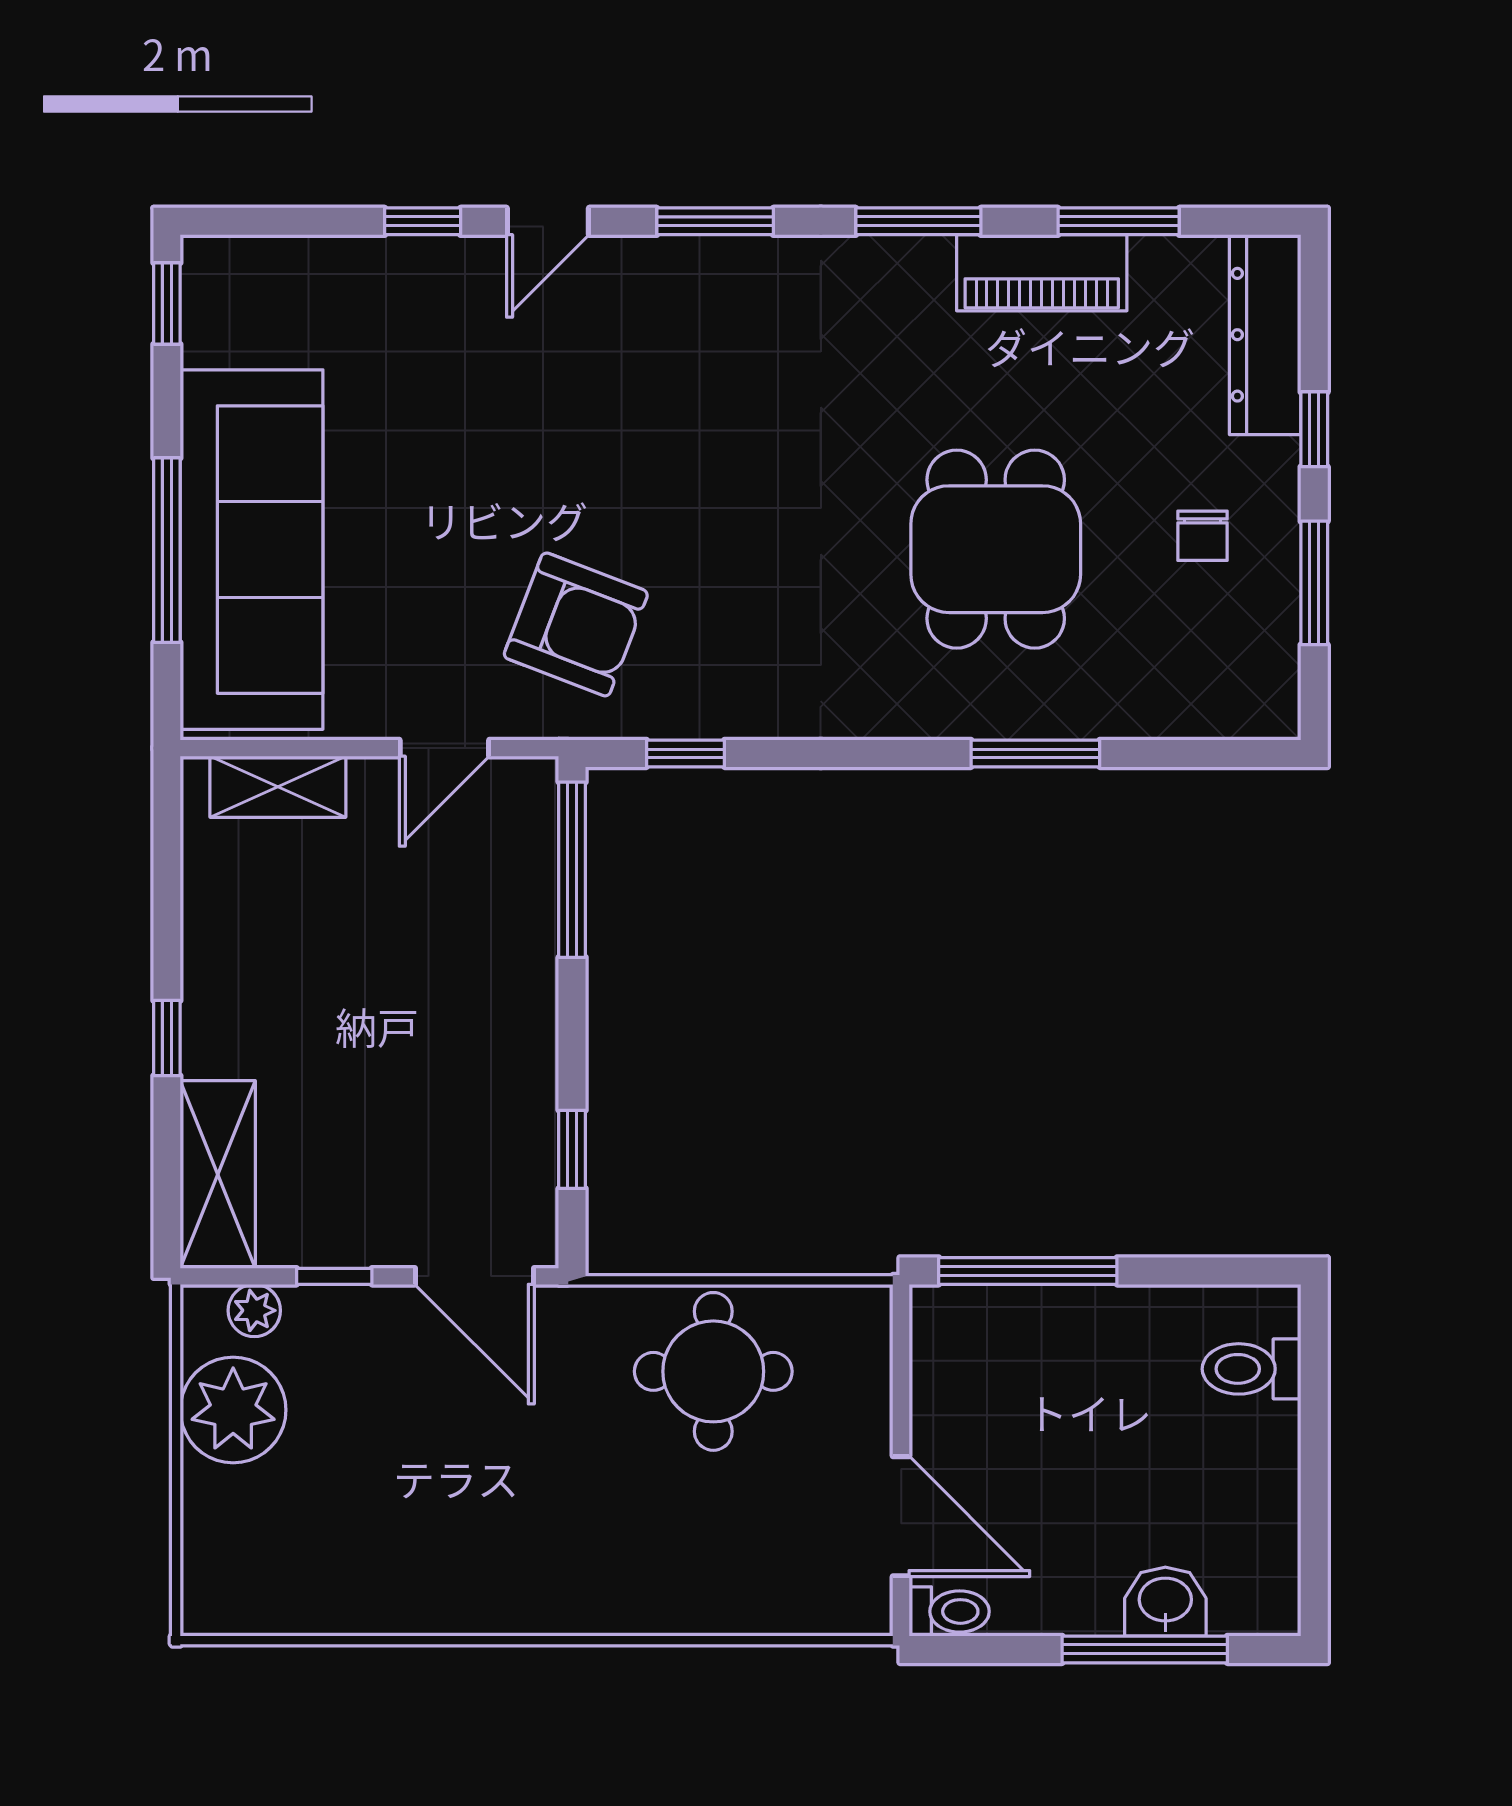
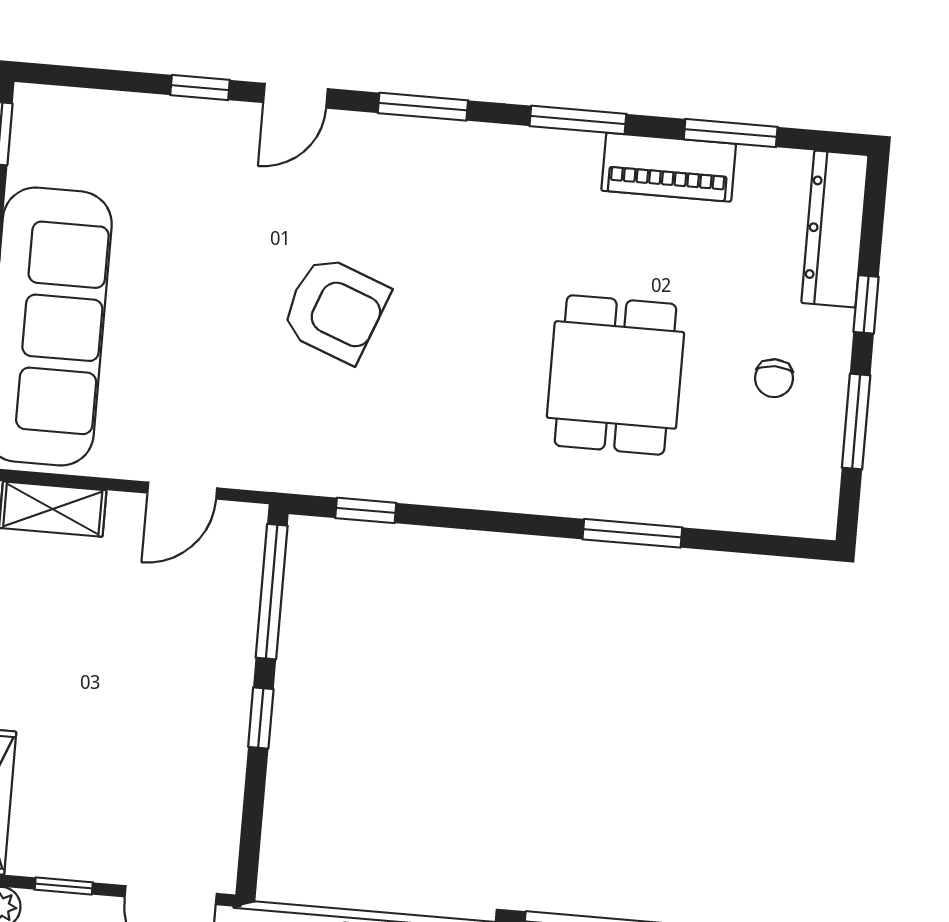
armchair: (576, 624) -> (335, 309), moved
window: (572, 1149) -> (261, 718), moved

